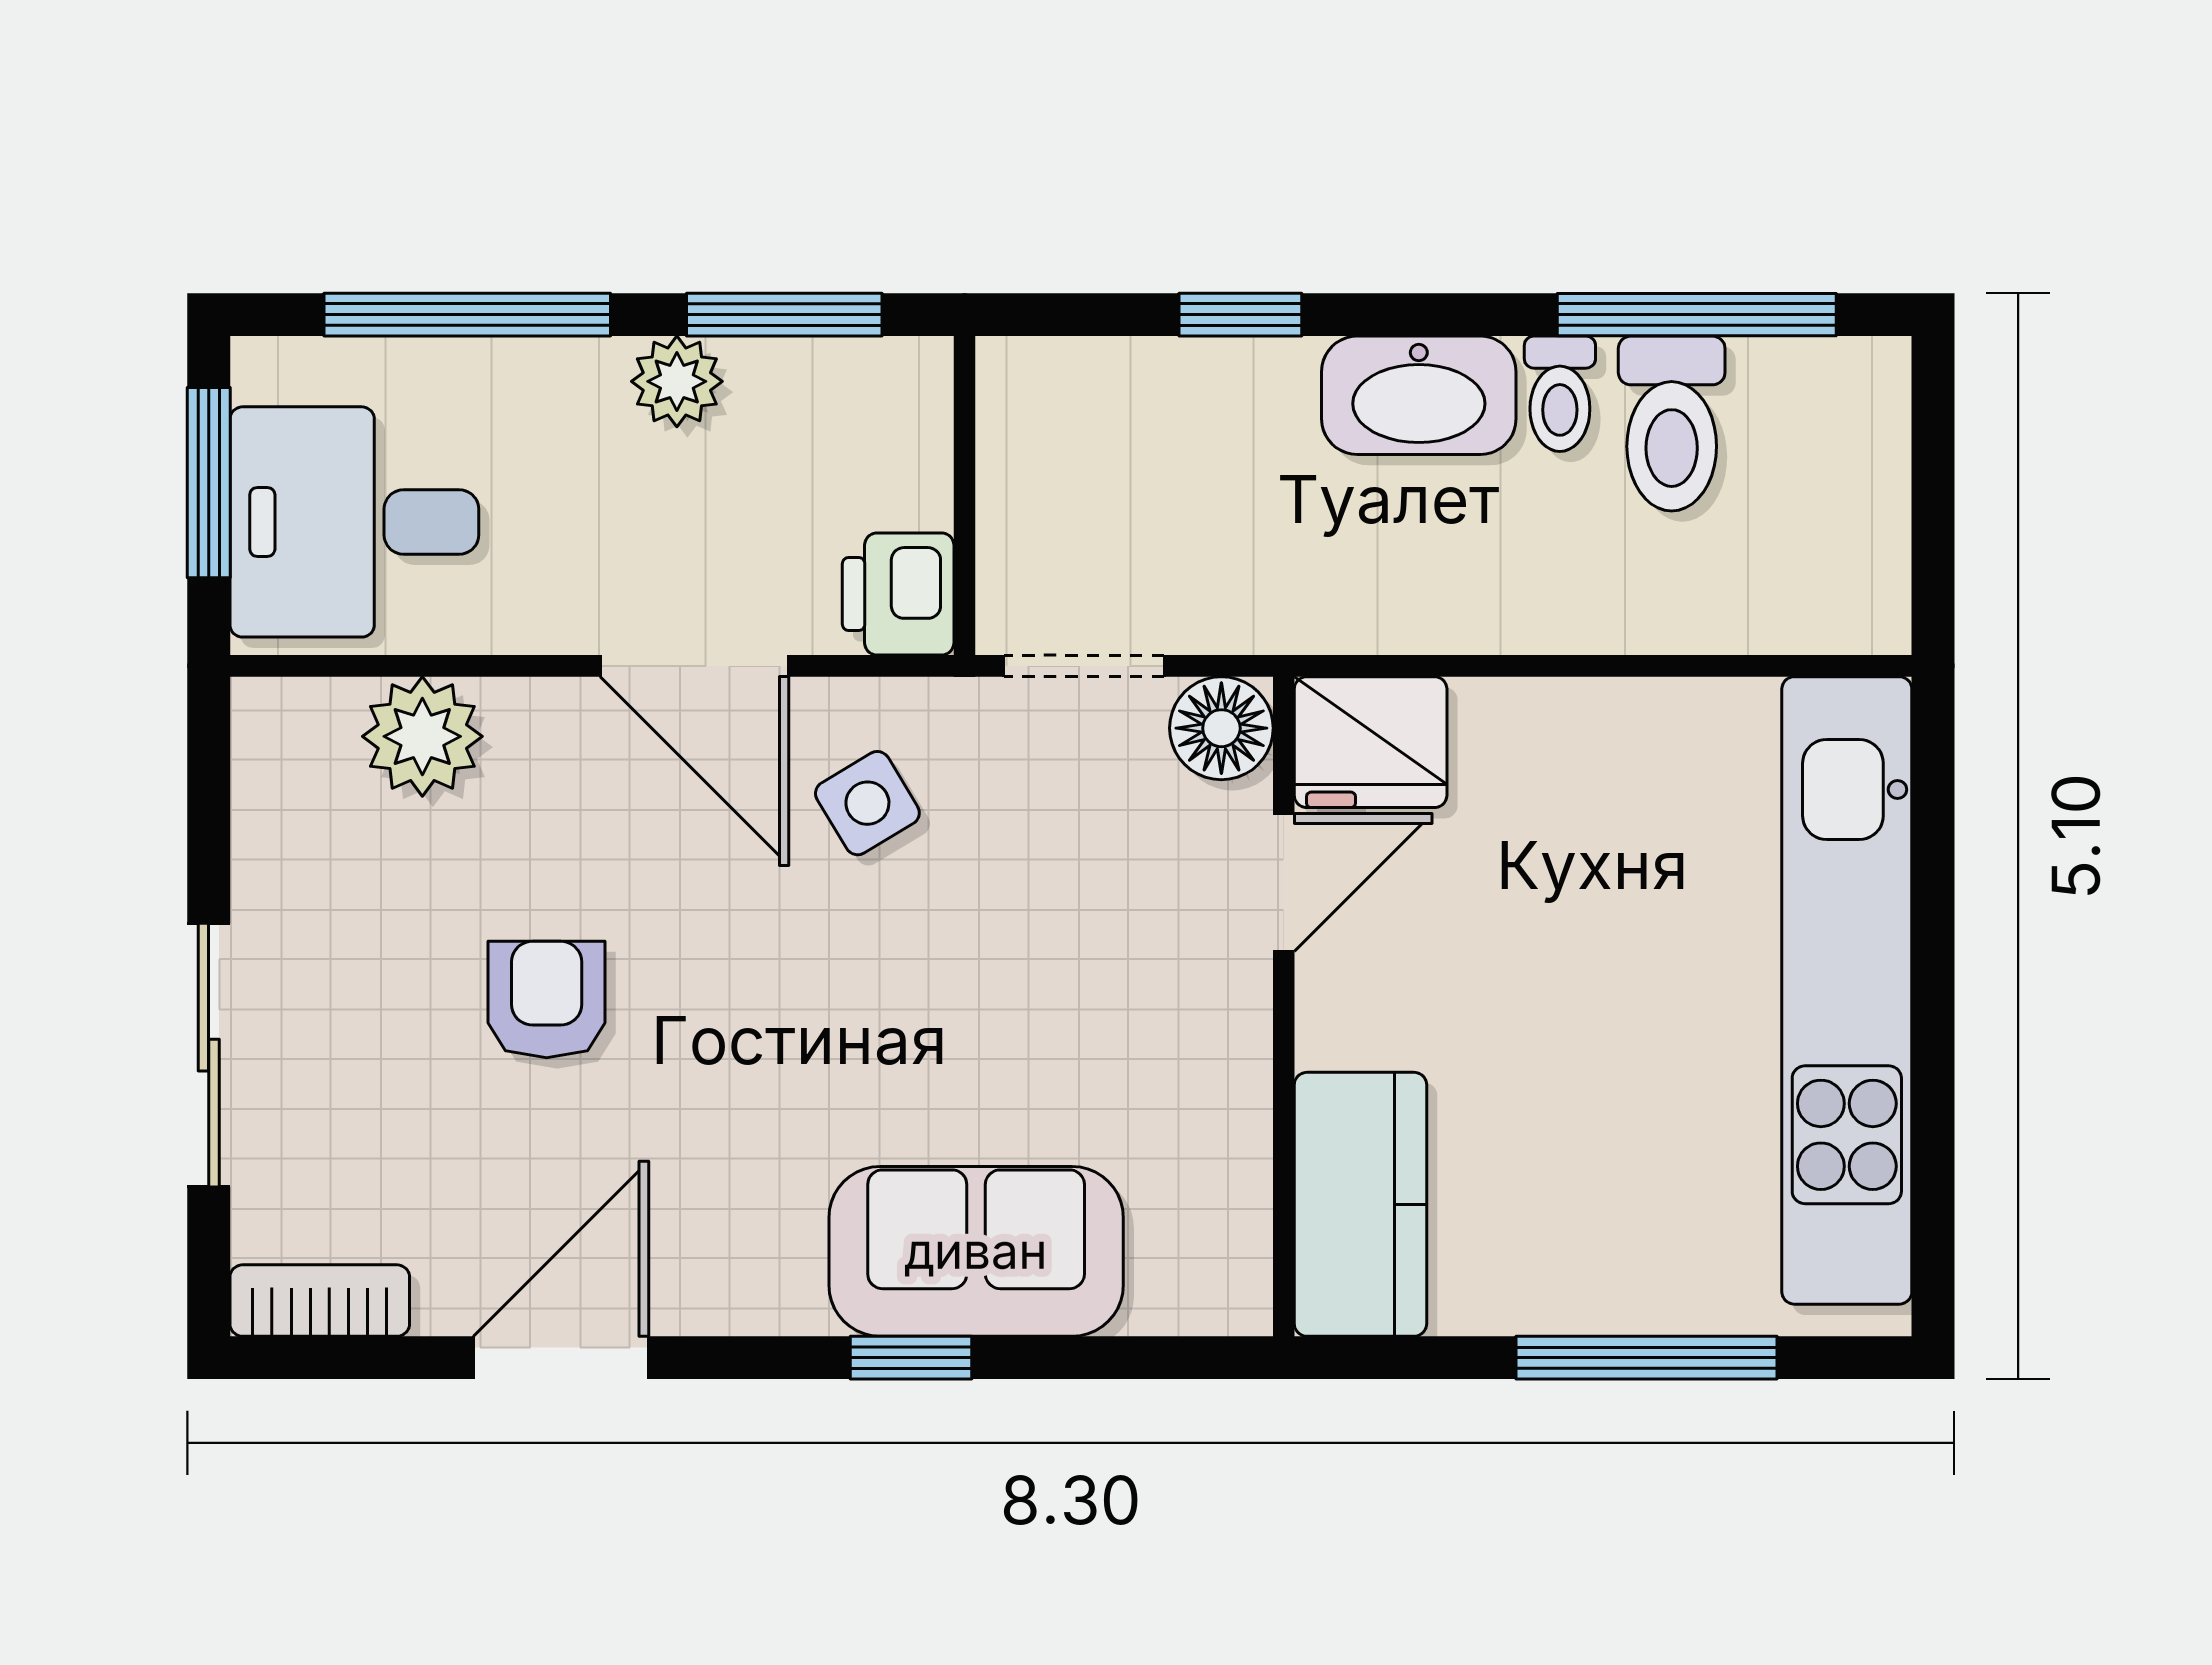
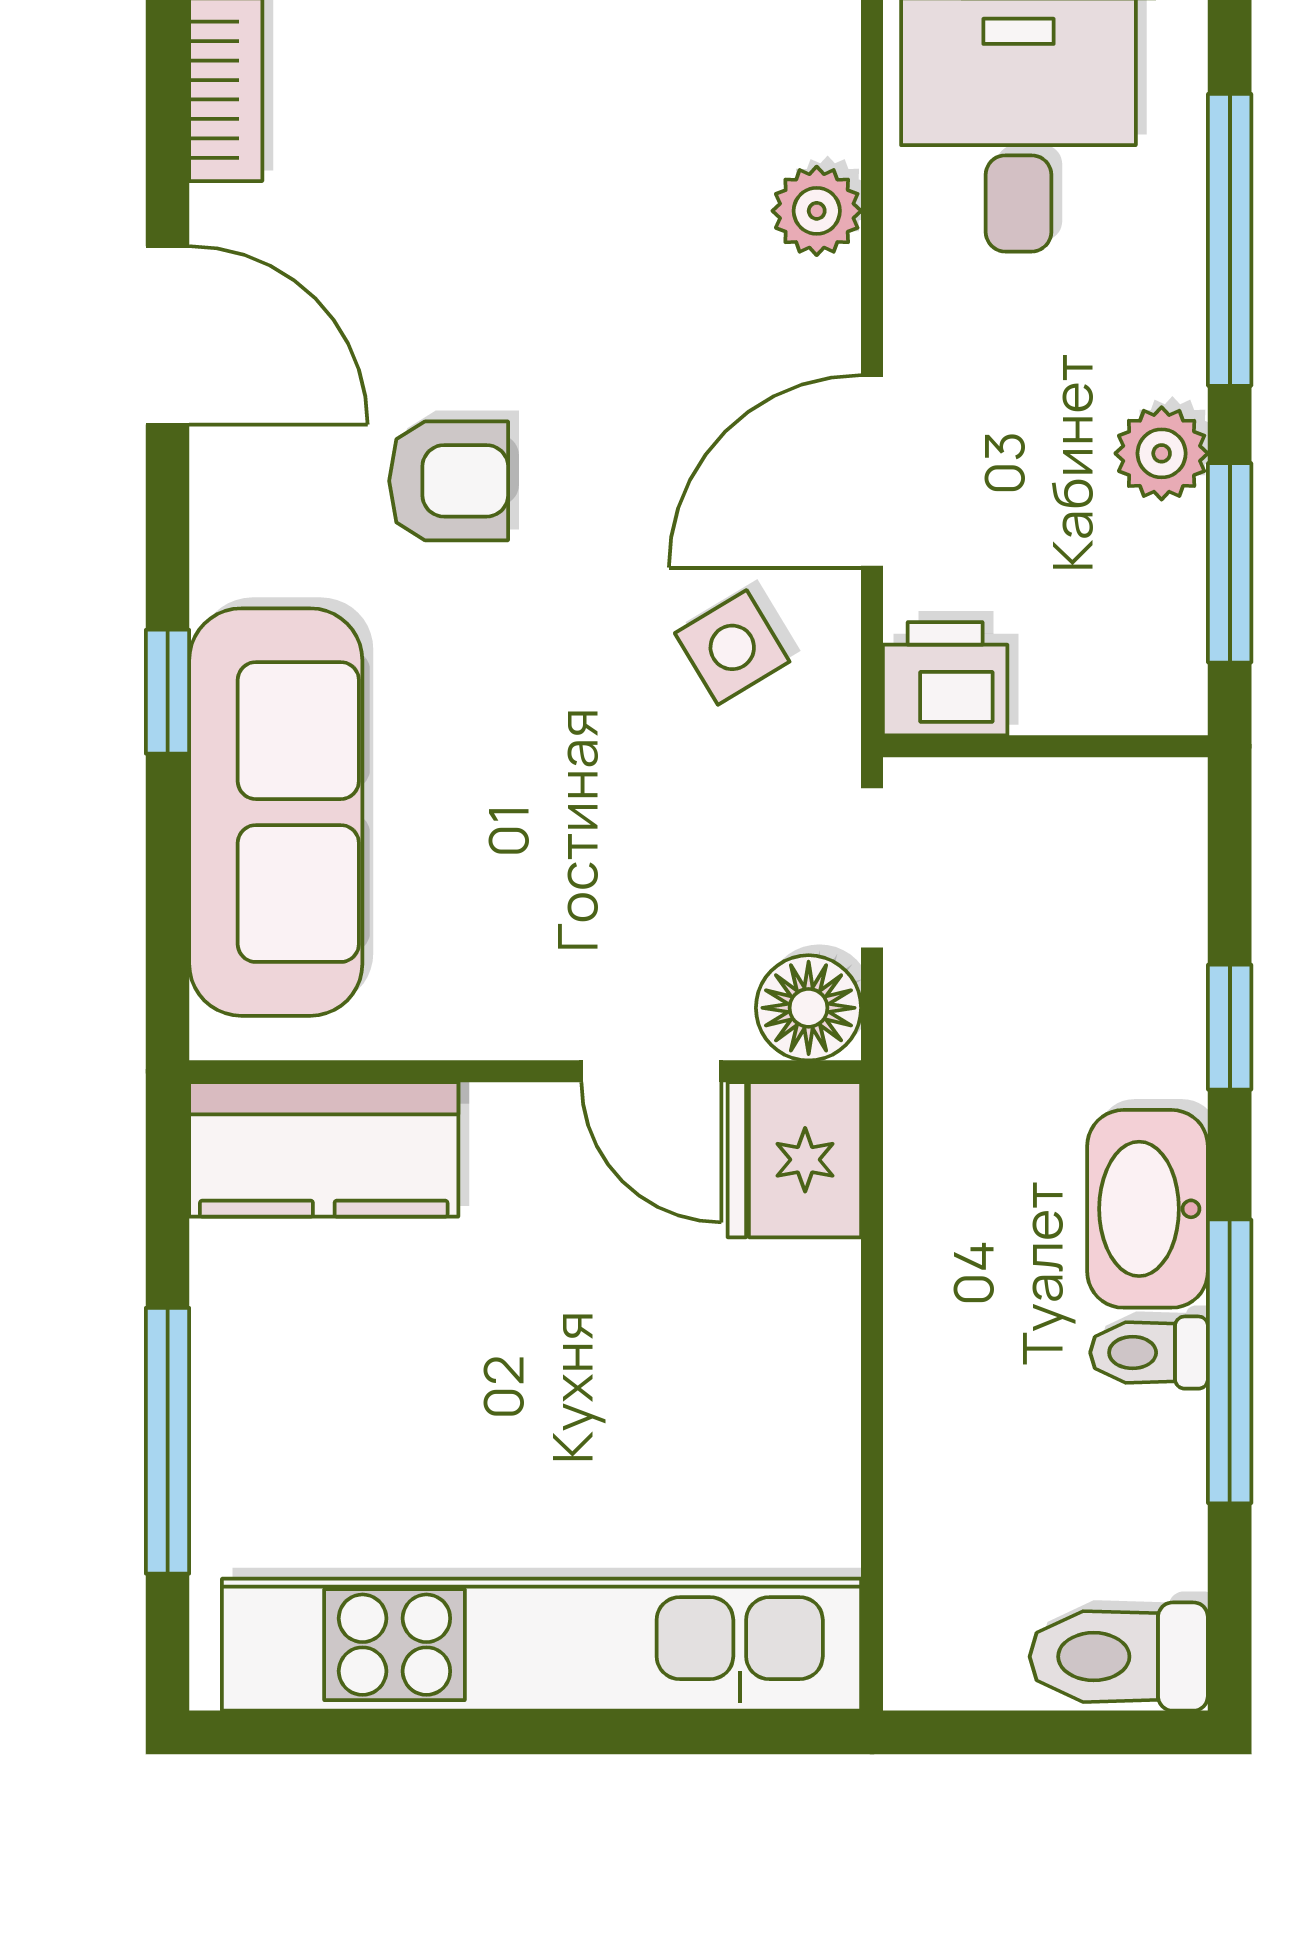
window: (1697, 315) -> (1230, 1361), moved
toilet: (1672, 424) -> (1119, 1657), moved
plant: (422, 736) -> (817, 211), width x0.73, depth x0.73
armchair: (547, 1000) -> (449, 481), moved
sofa: (976, 1251) -> (276, 812), width x1.36

